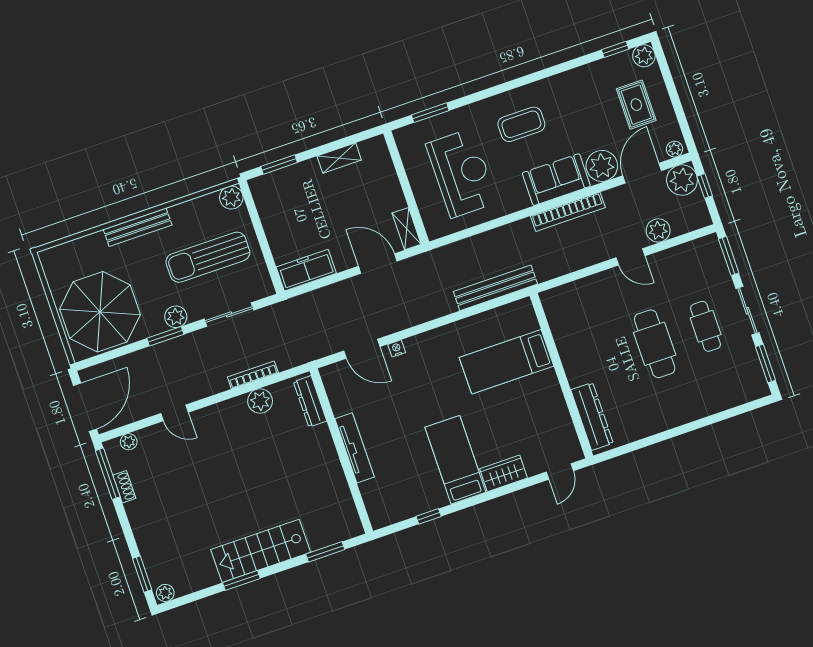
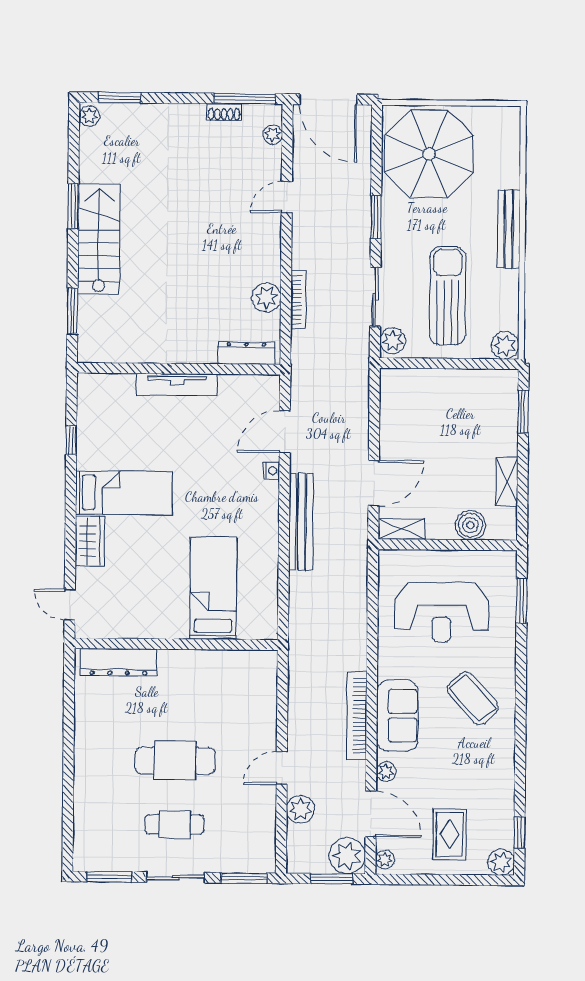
rug: (636, 105) -> (450, 834), turned 90
coffee table: (521, 124) -> (473, 698), turned -42
plant: (602, 166) -> (386, 772), width x0.53, depth x0.53
boiler: (384, 175) -> (470, 525), added
window: (705, 186) -> (332, 879), width x1.50
freezer: (306, 270) -> (394, 401), removed
bench: (495, 288) -> (301, 522), moved
plant: (176, 317) -> (393, 341), moved

